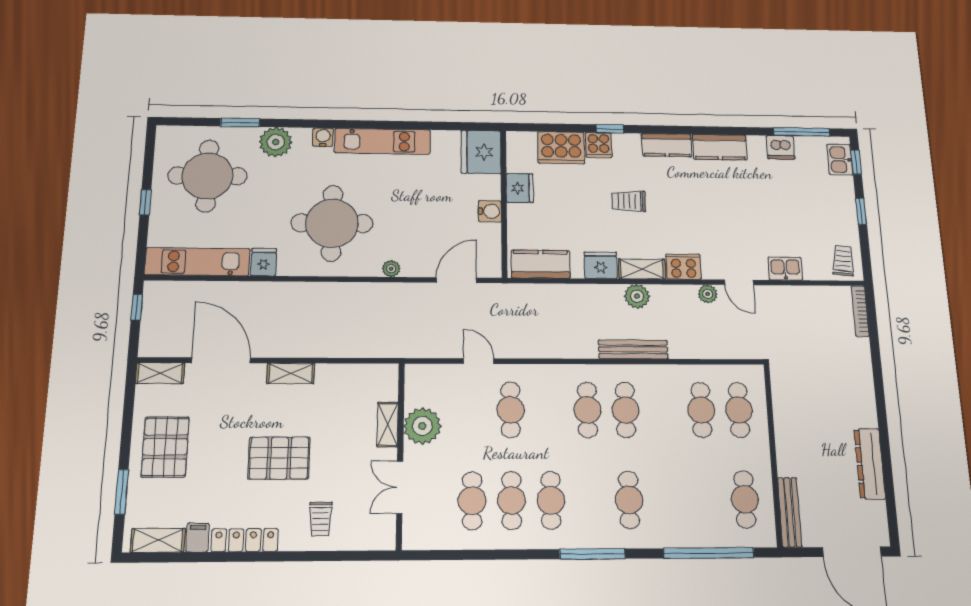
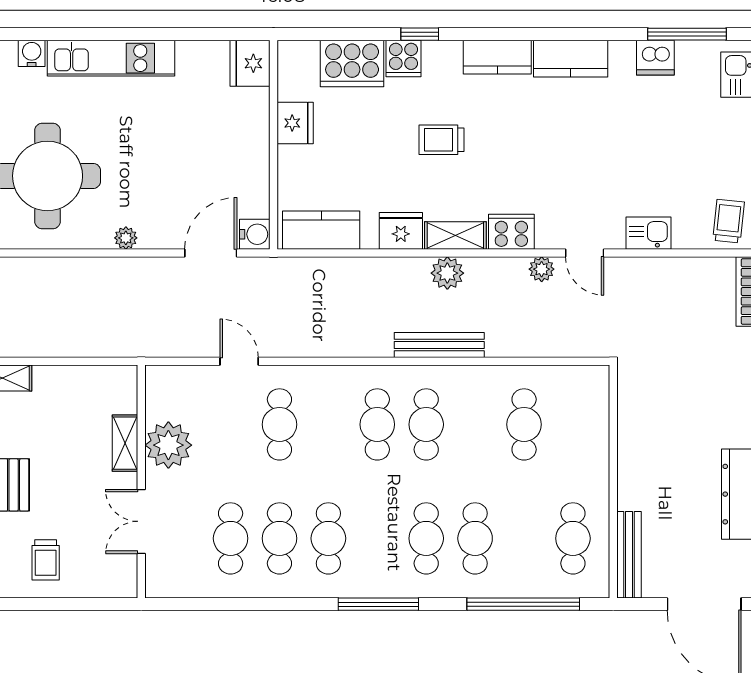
fridge: (481, 152) -> (250, 63), width x0.73, depth x0.75
water cooler: (490, 211) -> (255, 234), moved
cafe table: (739, 410) -> (475, 538), moved

